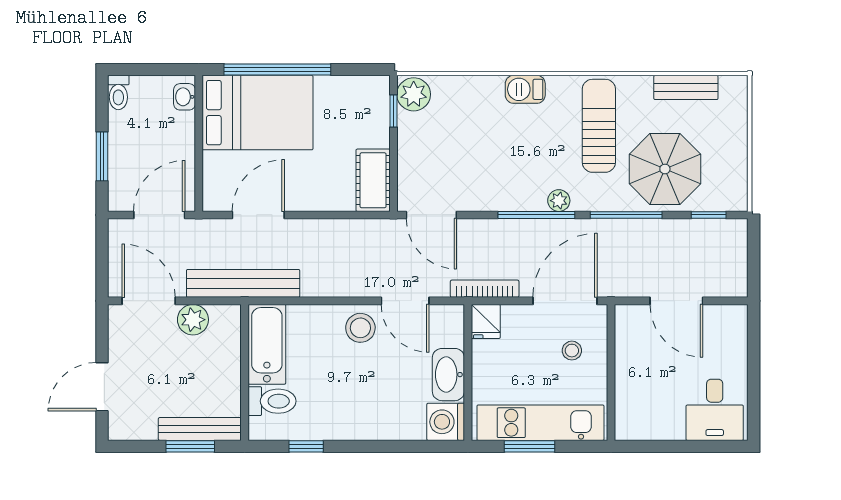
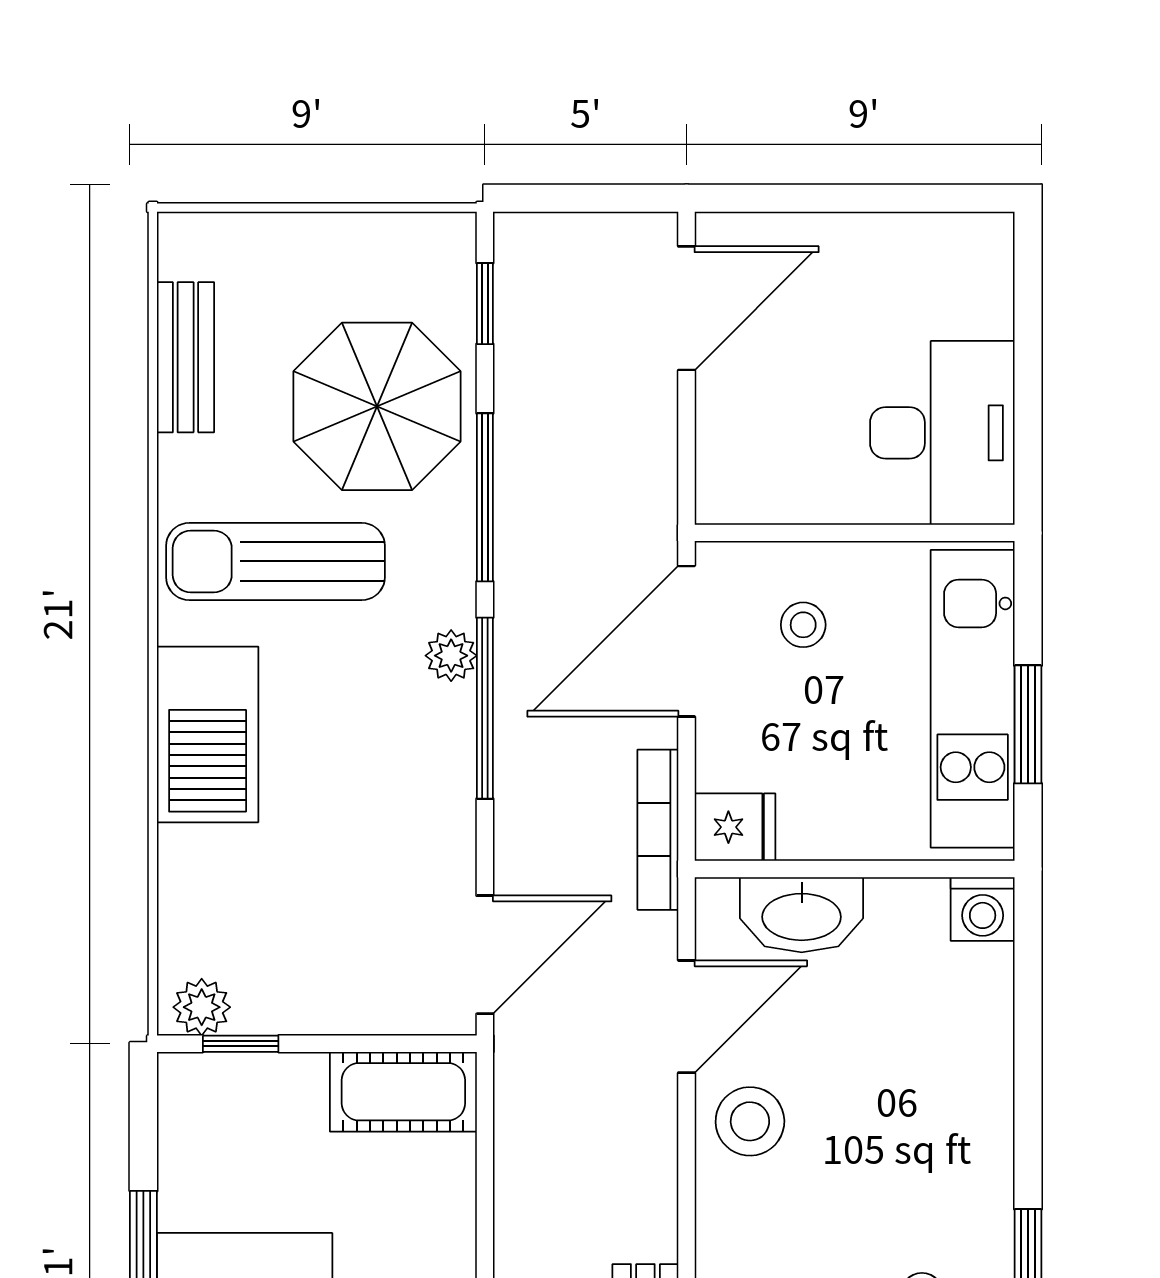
barbecue: (525, 89) -> (208, 734), width x1.88, depth x1.53
plant: (414, 94) -> (202, 1007), width x0.73, depth x0.73
door: (565, 301) -> (687, 641), hinge flipped
door: (676, 301) -> (687, 308), moved
washbasin: (448, 375) -> (802, 915), moved
desk: (715, 410) -> (942, 433), moved, width x1.37
washing machine: (446, 422) -> (983, 909), width x0.73, depth x0.73

